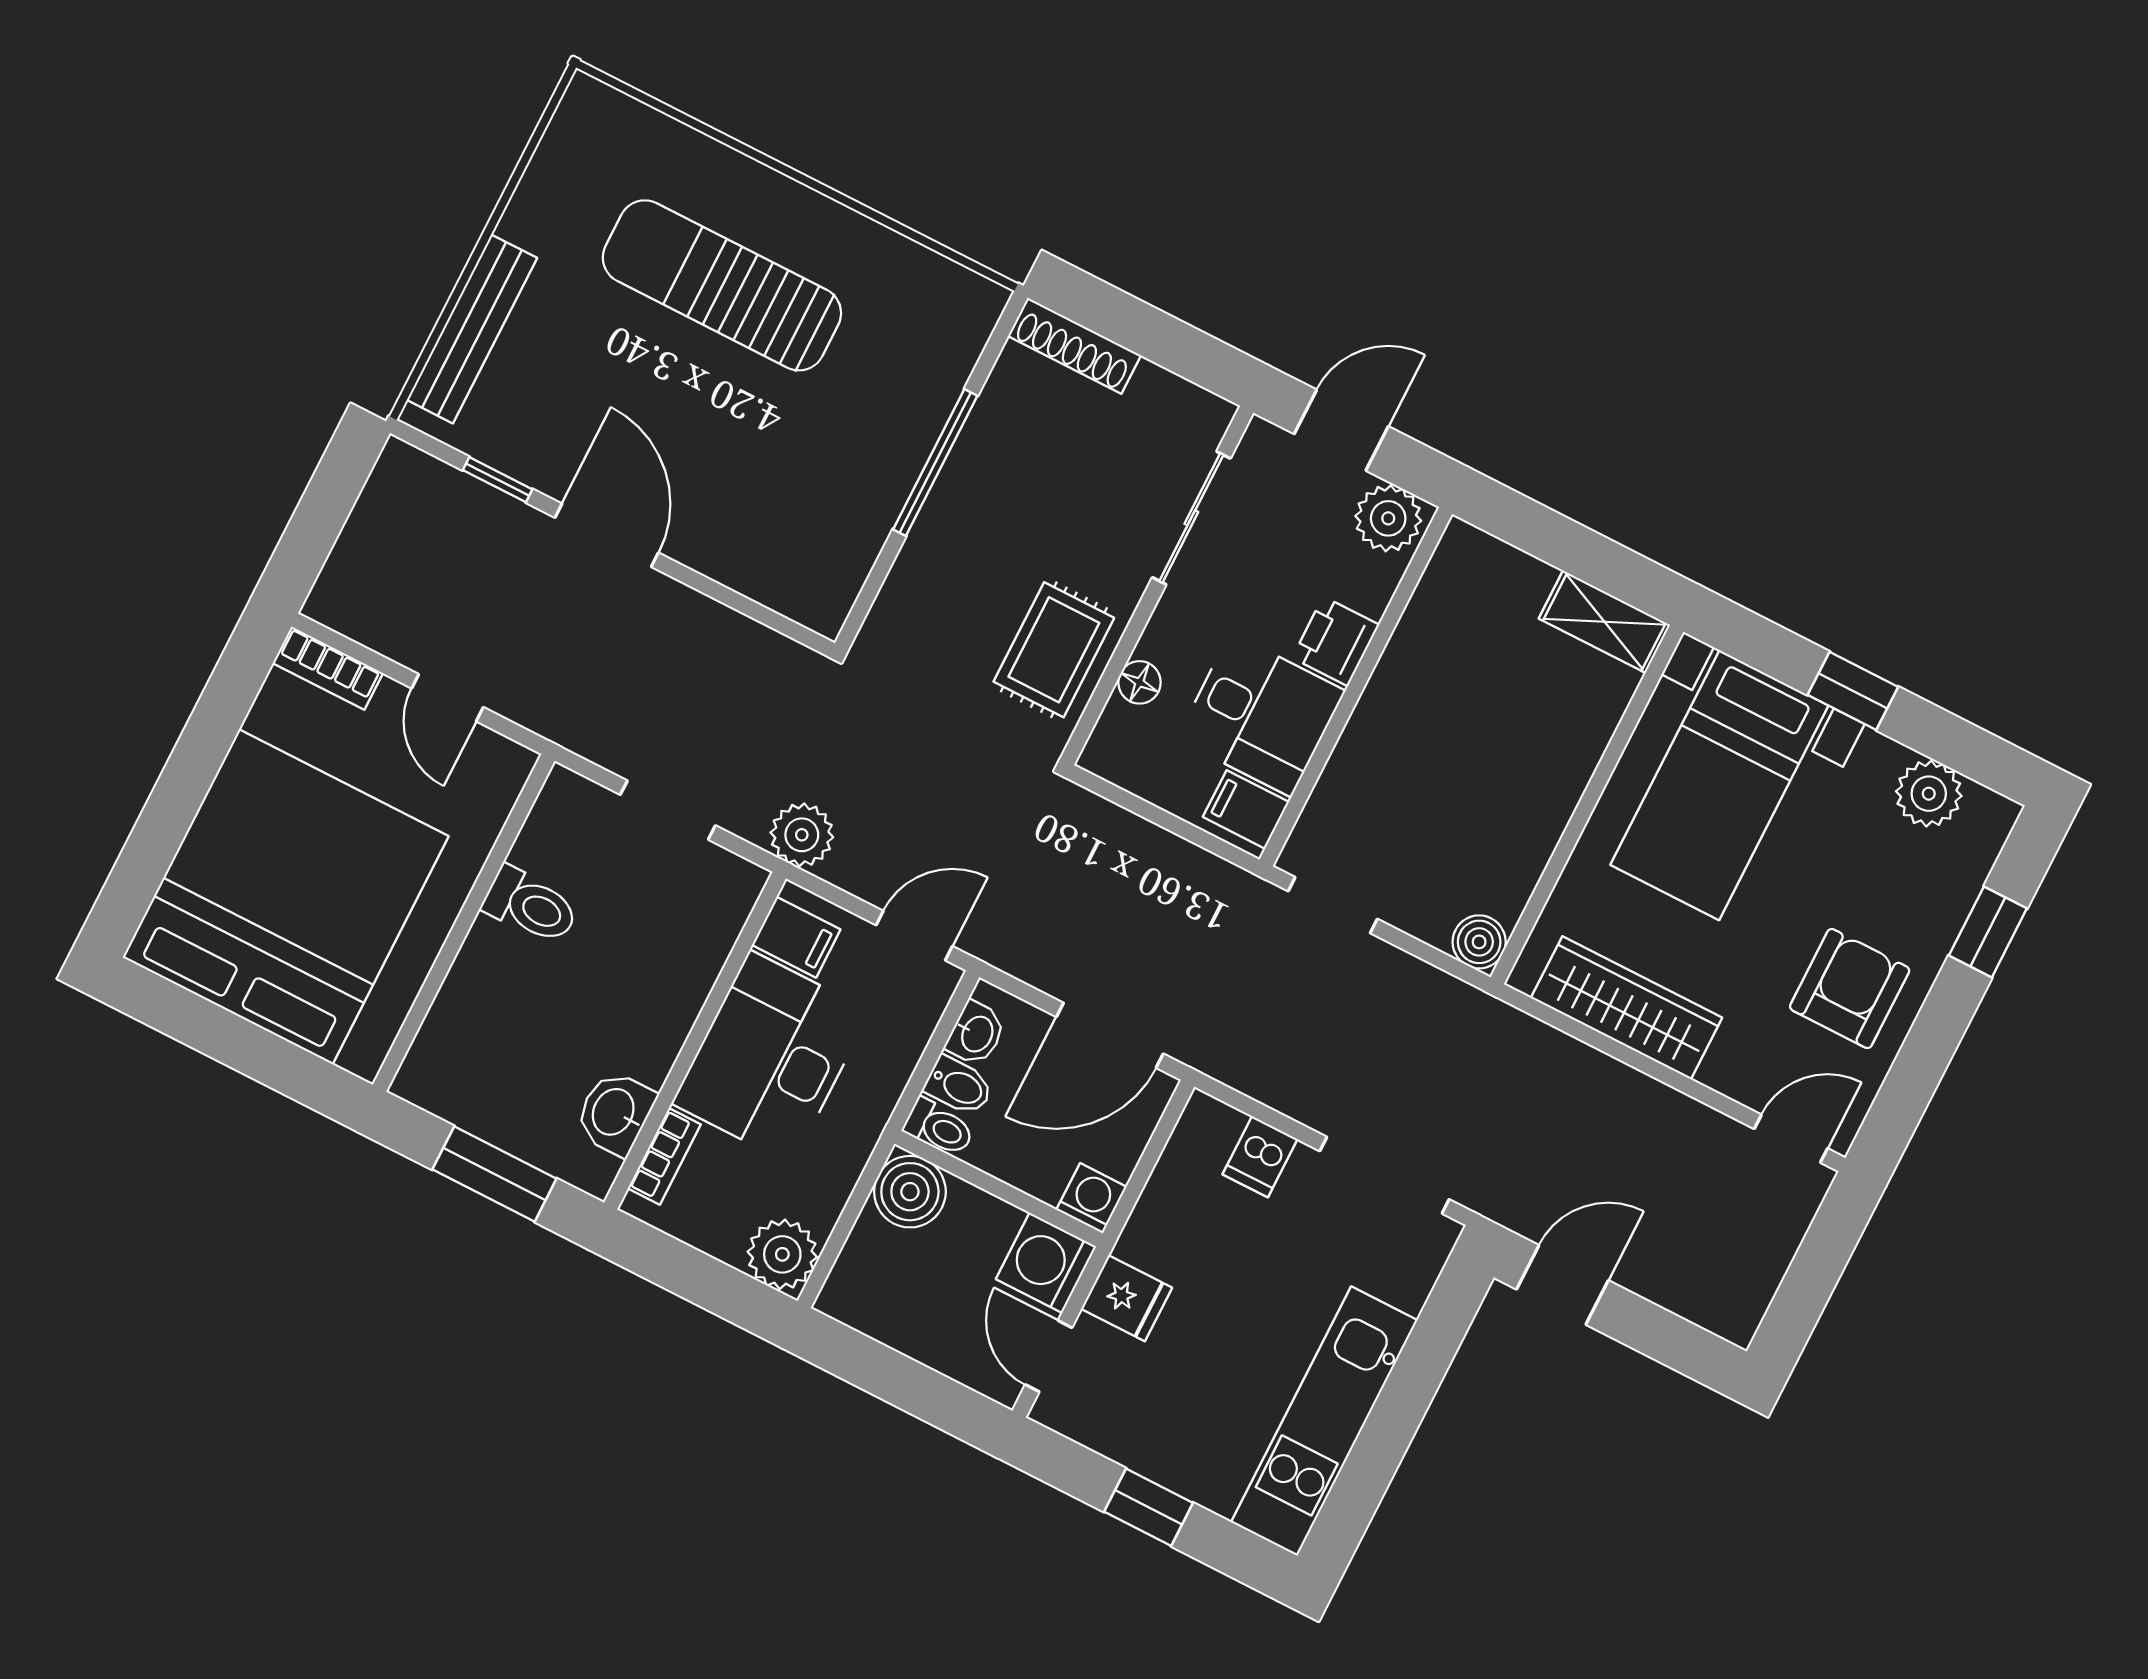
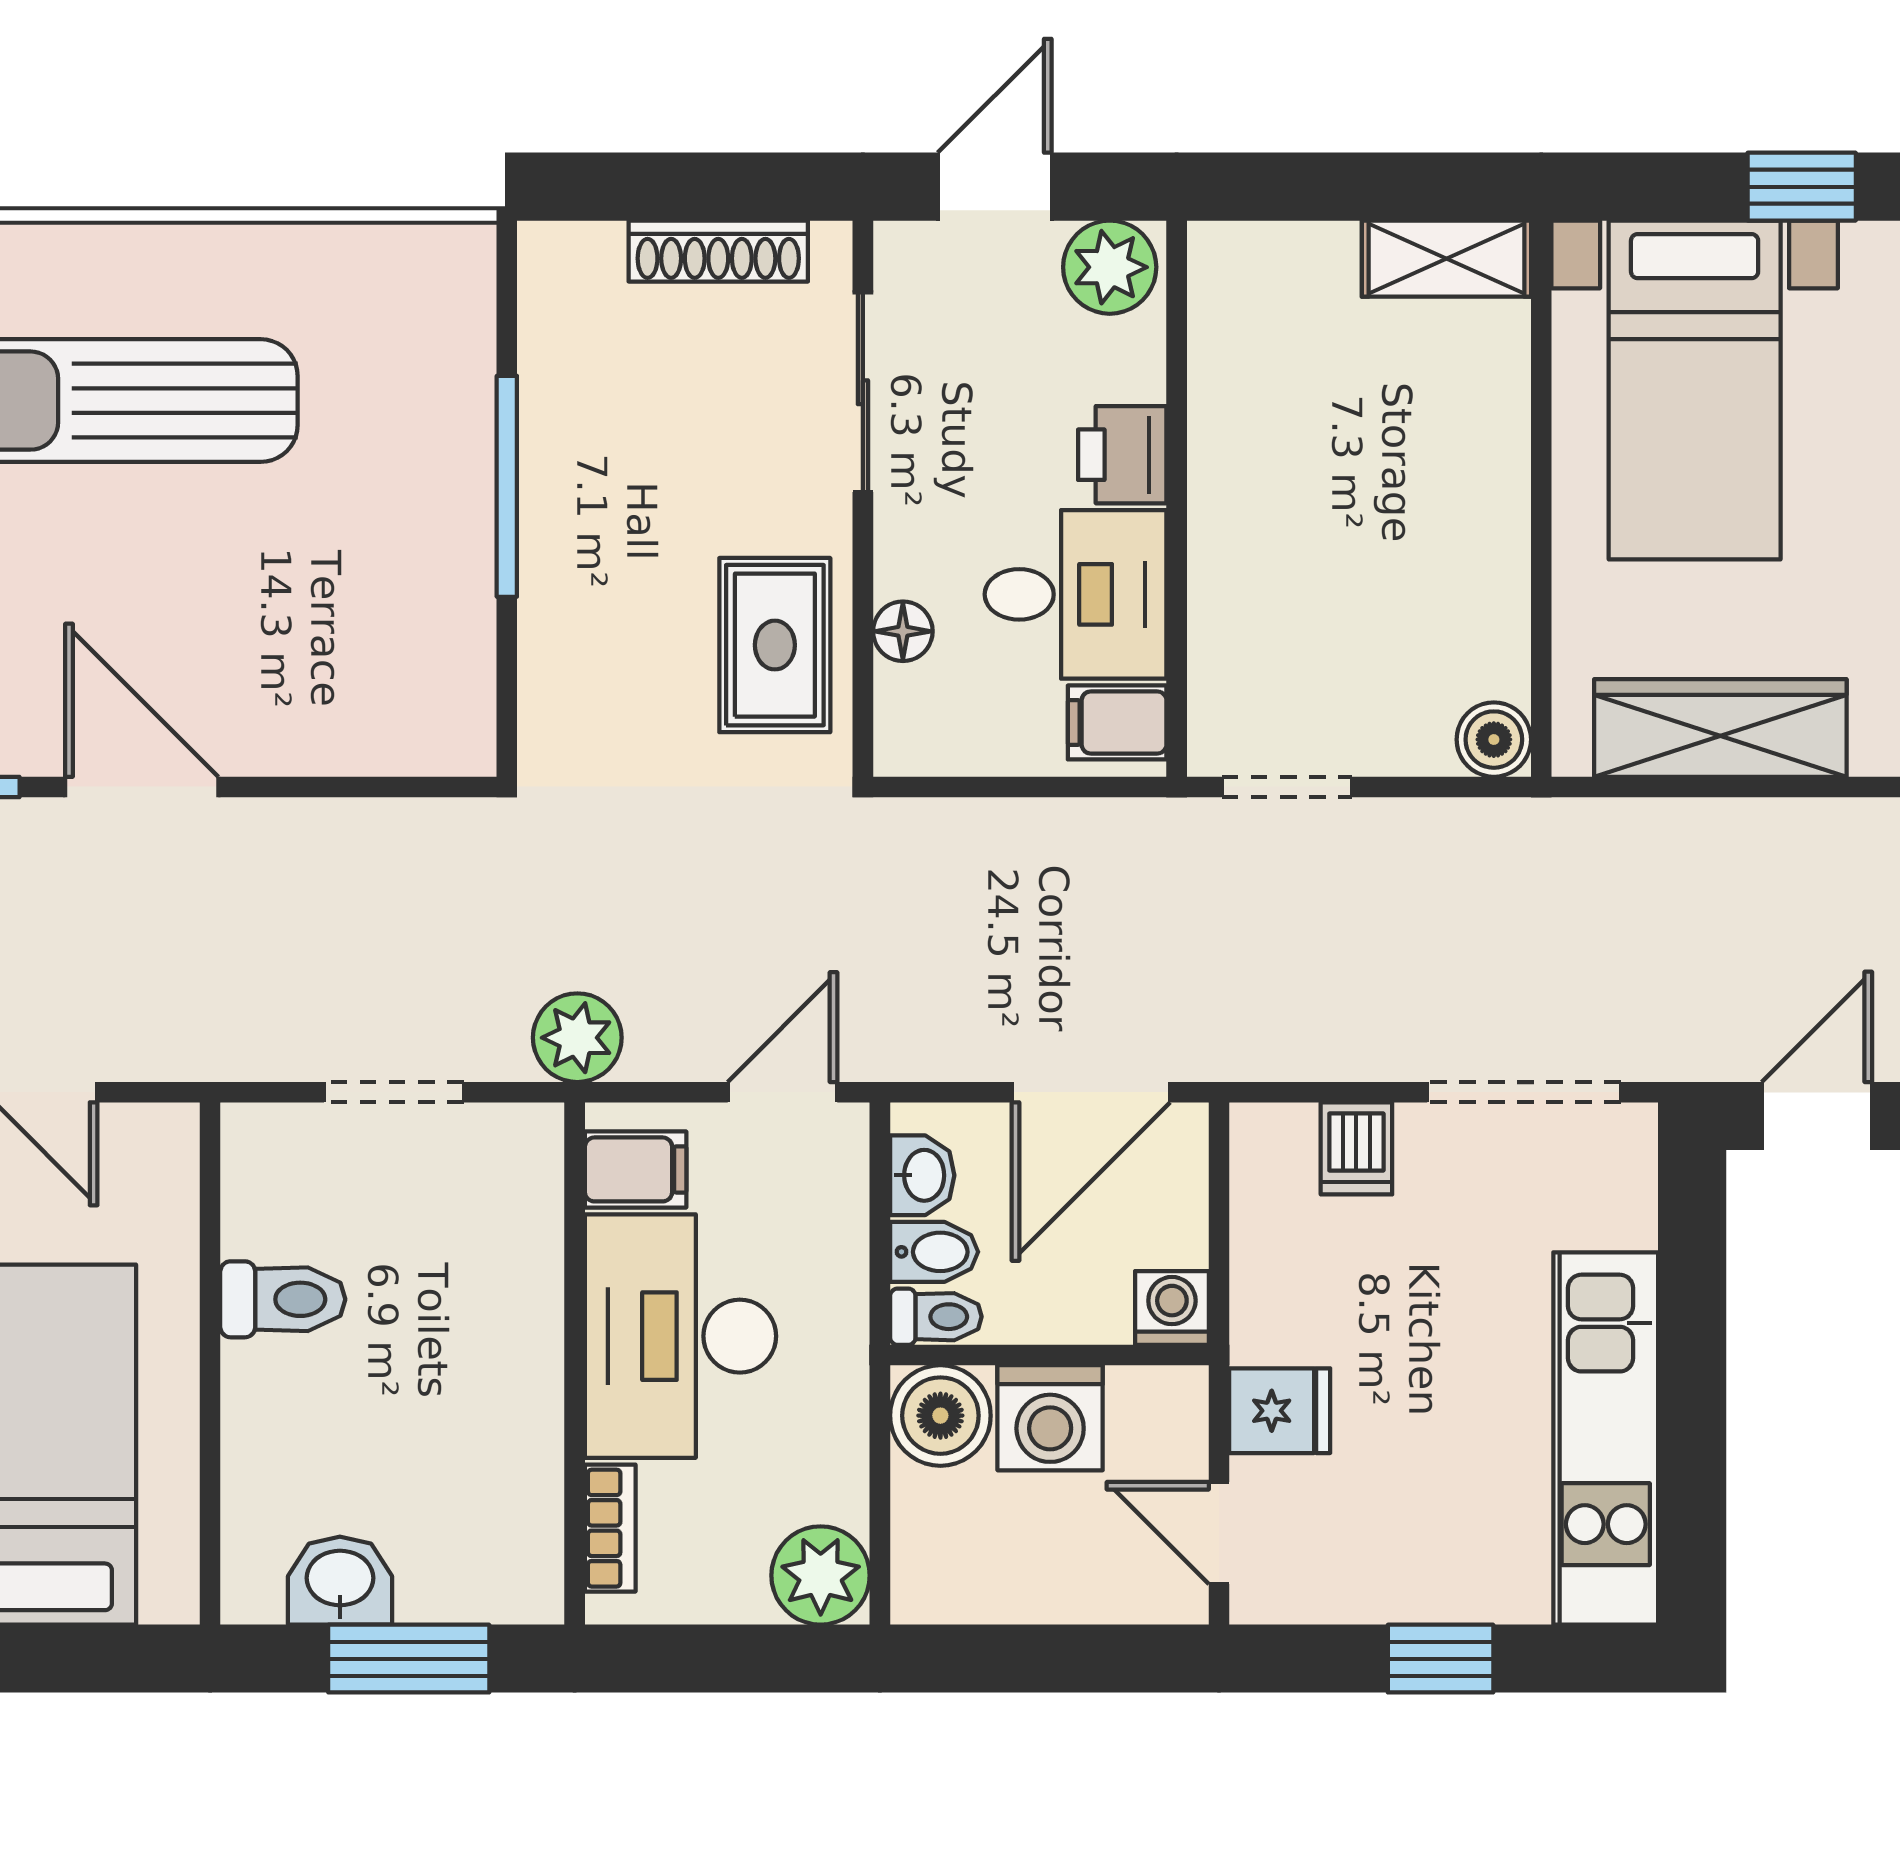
shoe rack: (1075, 346) -> (718, 251), moved
washbasin: (615, 1113) -> (340, 1581), moved, turned 90
washing machine: (1046, 1263) -> (1050, 1418), moved, turned -90

